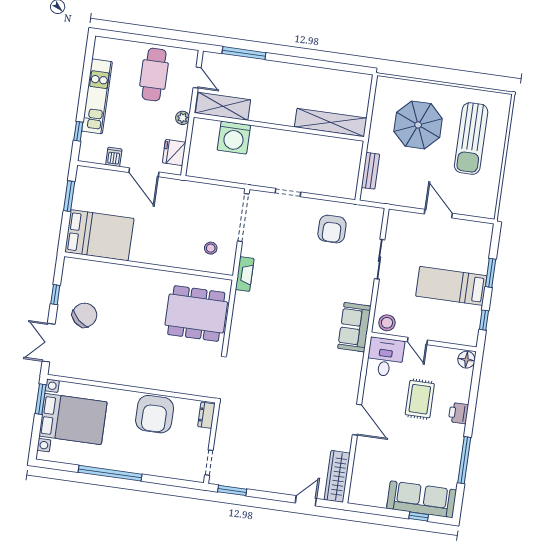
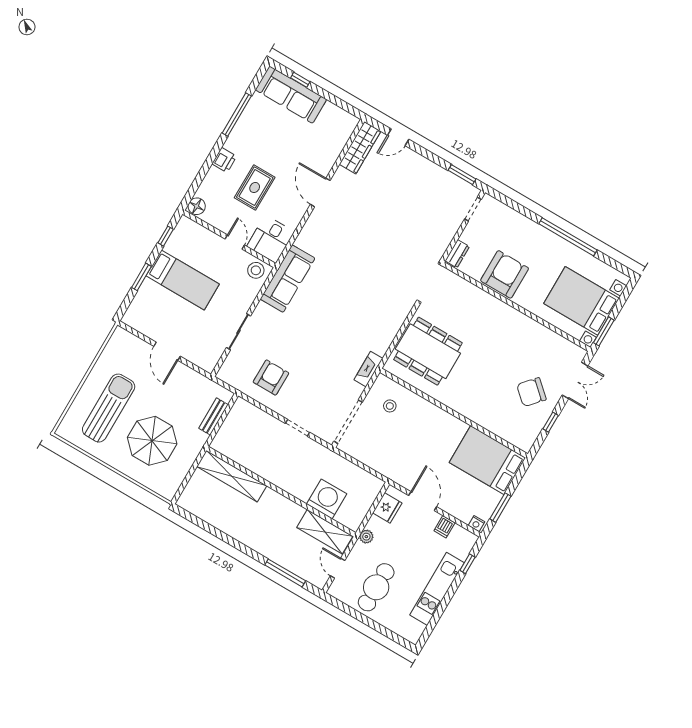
nightstand: (85, 172) -> (476, 524), added
sofa: (354, 327) -> (288, 279), width x1.36

